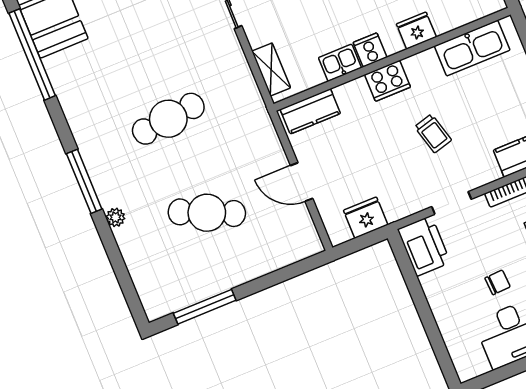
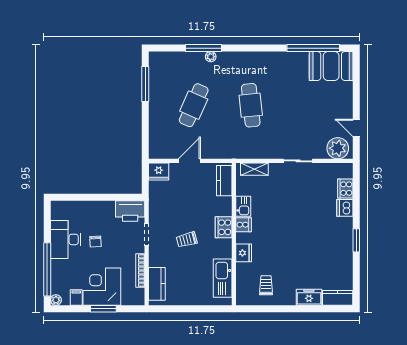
window: (84, 181) -> (203, 48), moved
fridge: (366, 218) -> (159, 172), moved, turned 90

